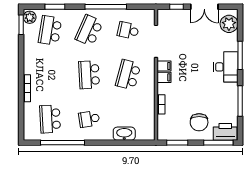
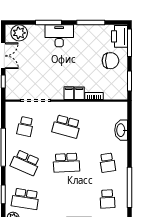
filing cabinet: (164, 66) -> (79, 93), moved
school desk: (50, 119) -> (107, 199), width x0.54

